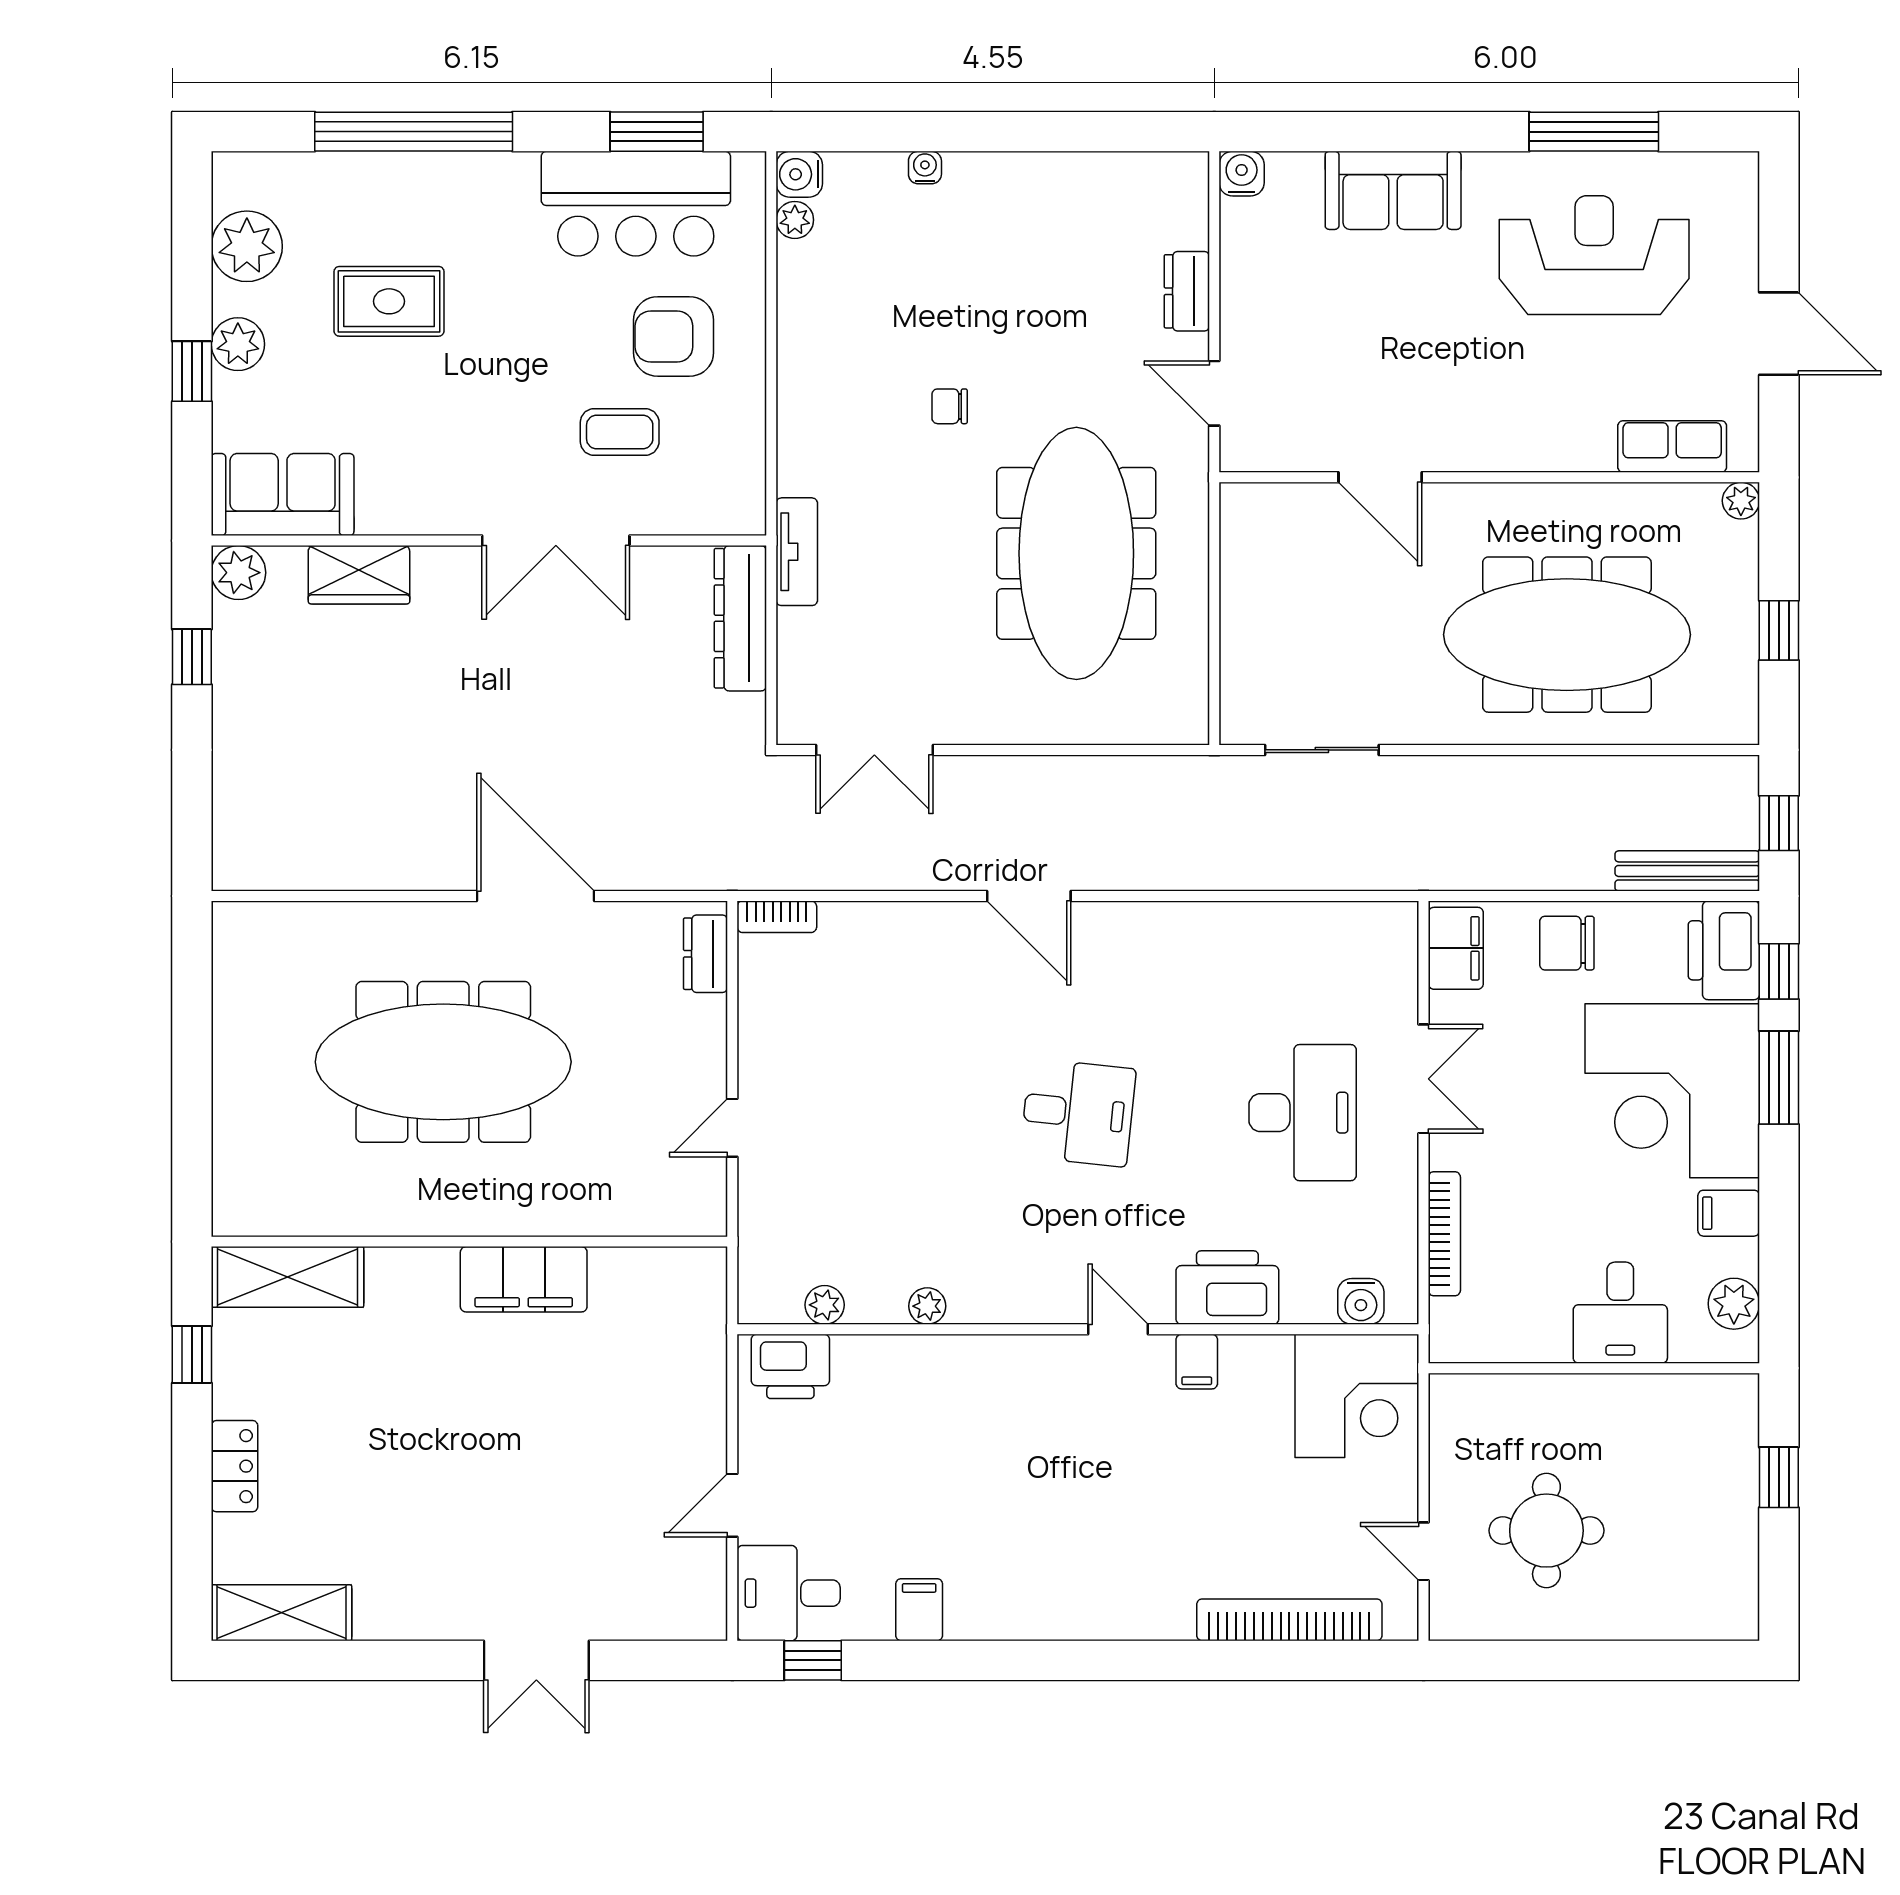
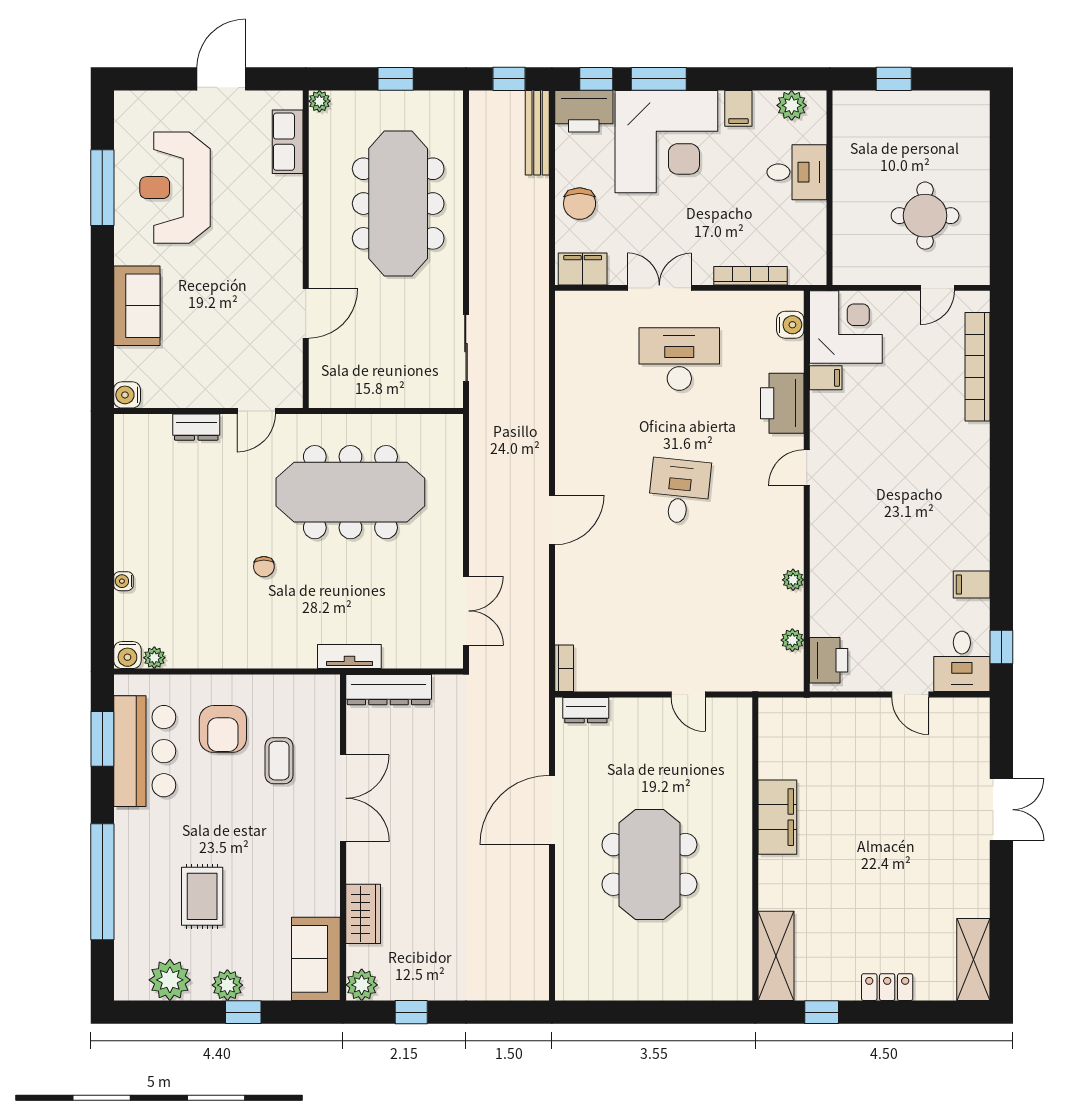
meeting table: (443, 1062) -> (649, 864), width x0.73
filing cabinet: (1197, 1362) -> (826, 378), moved

